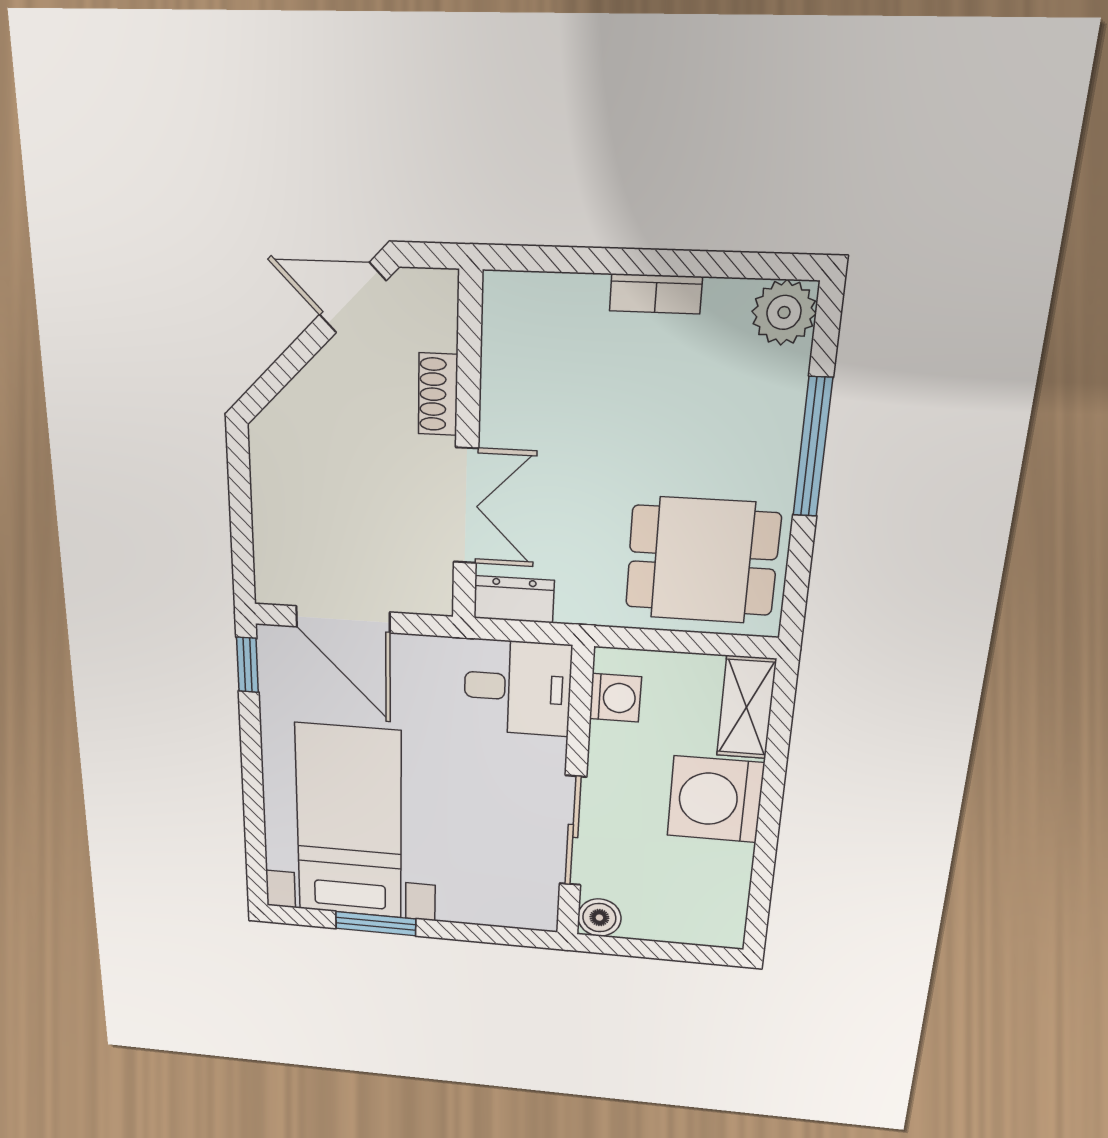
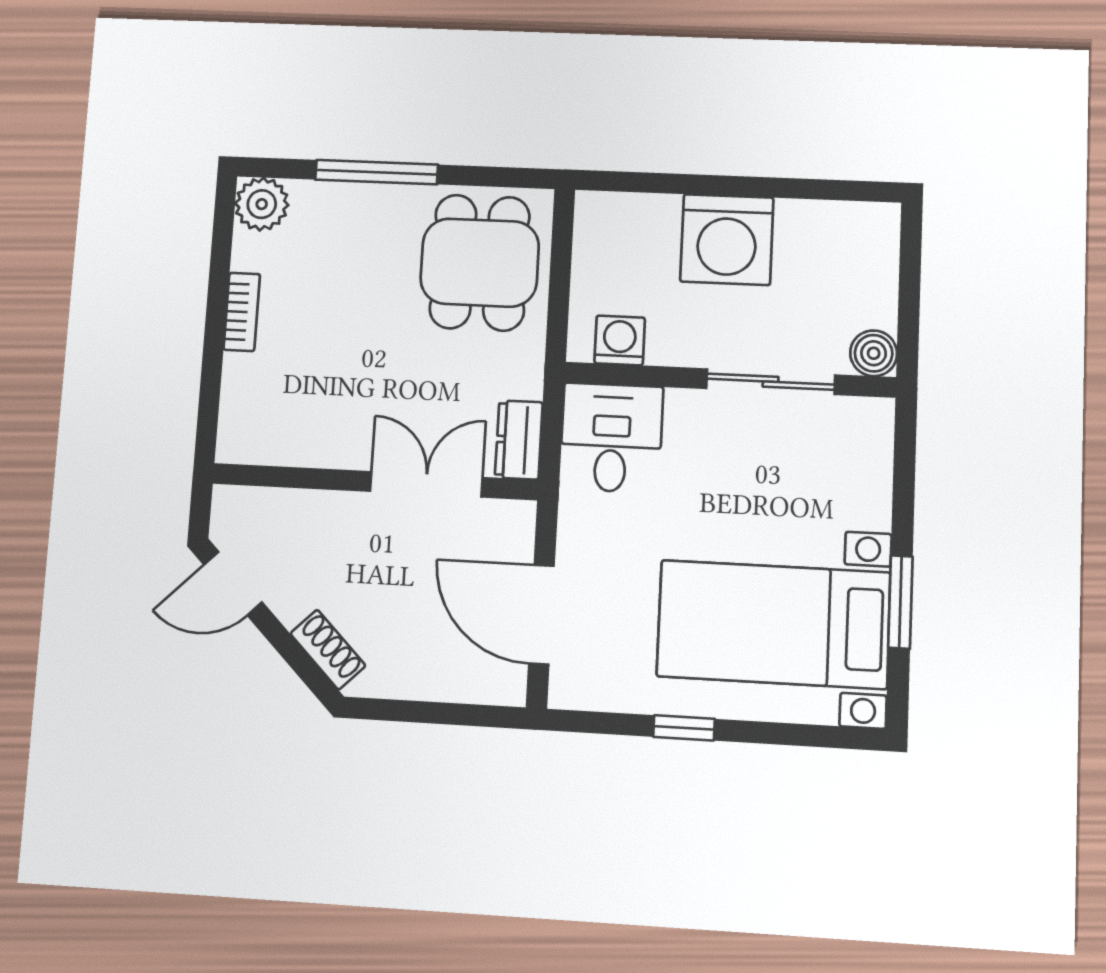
door: (353, 298) -> (233, 583), hinge flipped
shoe rack: (438, 394) -> (328, 650), moved, turned -135
door: (343, 619) -> (542, 615), swing flipped
window: (247, 665) -> (684, 728), moved
shelving: (746, 707) -> (626, 215), removed

